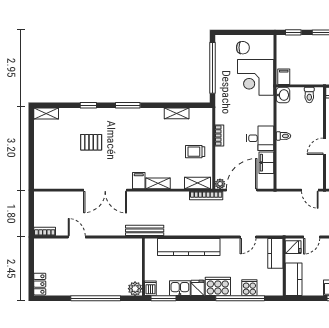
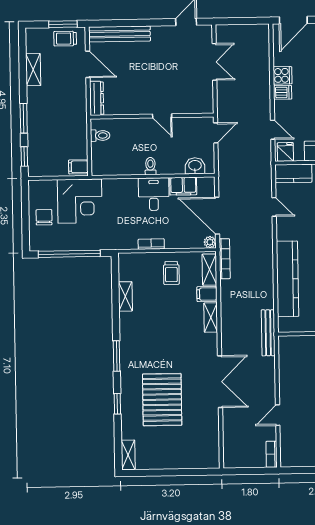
washbasin: (283, 95) -> (195, 166), moved
pallet: (91, 142) -> (162, 400), width x2.05, depth x2.00
filing cabinet: (139, 181) -> (207, 294), moved

